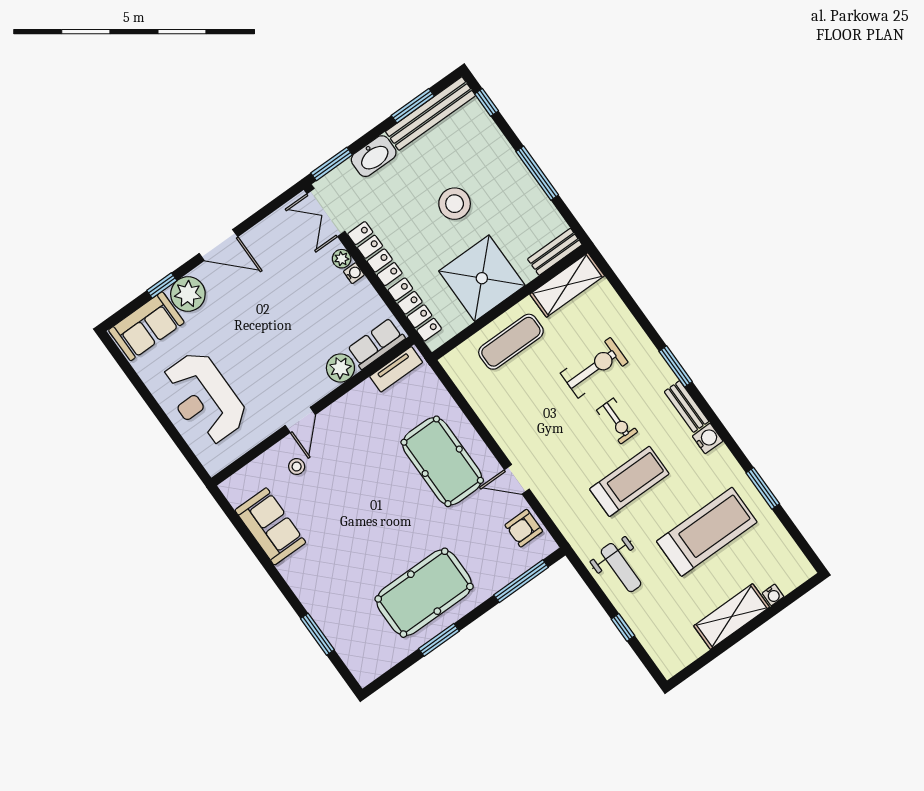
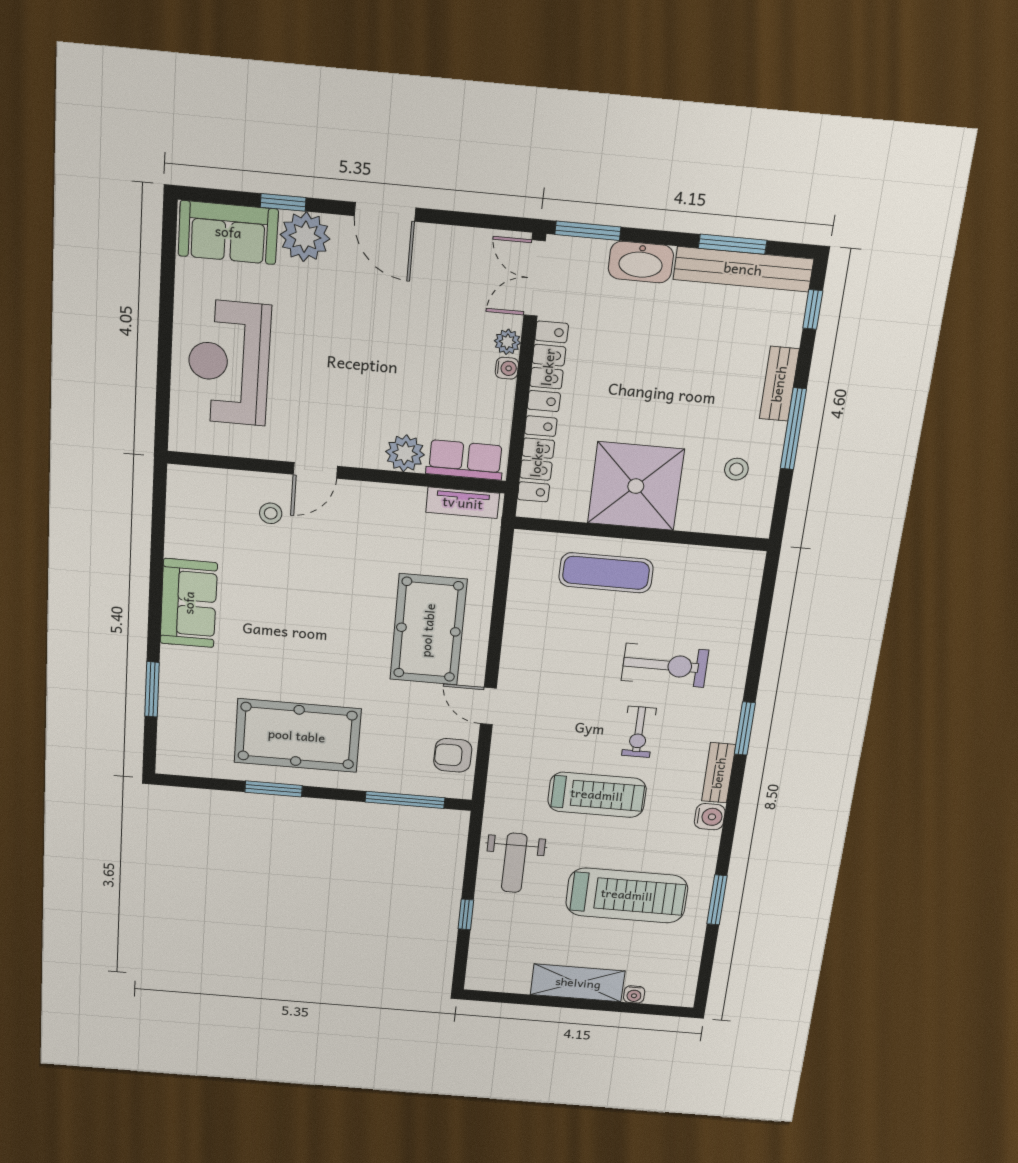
stool: (455, 204) -> (736, 469), moved, width x0.53, depth x0.53
bench: (555, 252) -> (779, 384), moved, turned 90
shelving: (567, 285) -> (715, 565), removed
sofa: (270, 526) -> (189, 603), moved

